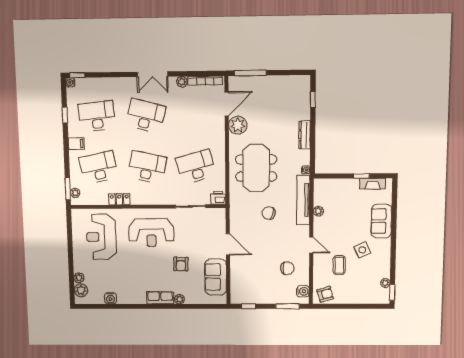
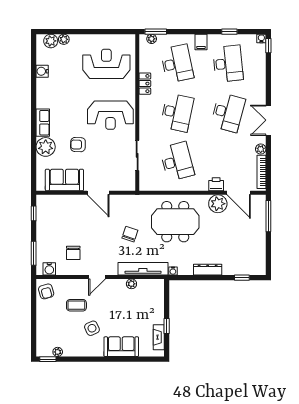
printer: (218, 198) -> (216, 184), moved, turned -90
reception desk: (151, 233) -> (110, 115), turned -90
door: (228, 244) -> (98, 193), hinge flipped
plant: (179, 299) -> (46, 147), width x1.87, depth x1.87

